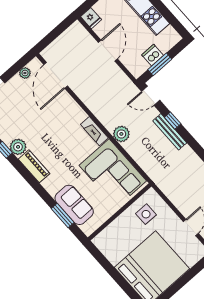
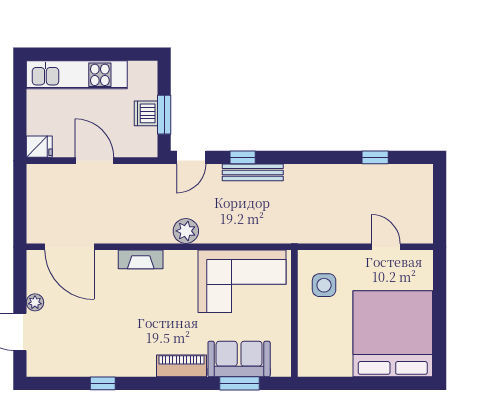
plant: (25, 73) -> (35, 302), moved
fireplace: (94, 131) -> (141, 259), moved
plant: (121, 134) -> (186, 231), moved
plant: (18, 147) -> (114, 364), removed
piano: (34, 166) -> (181, 366), moved

